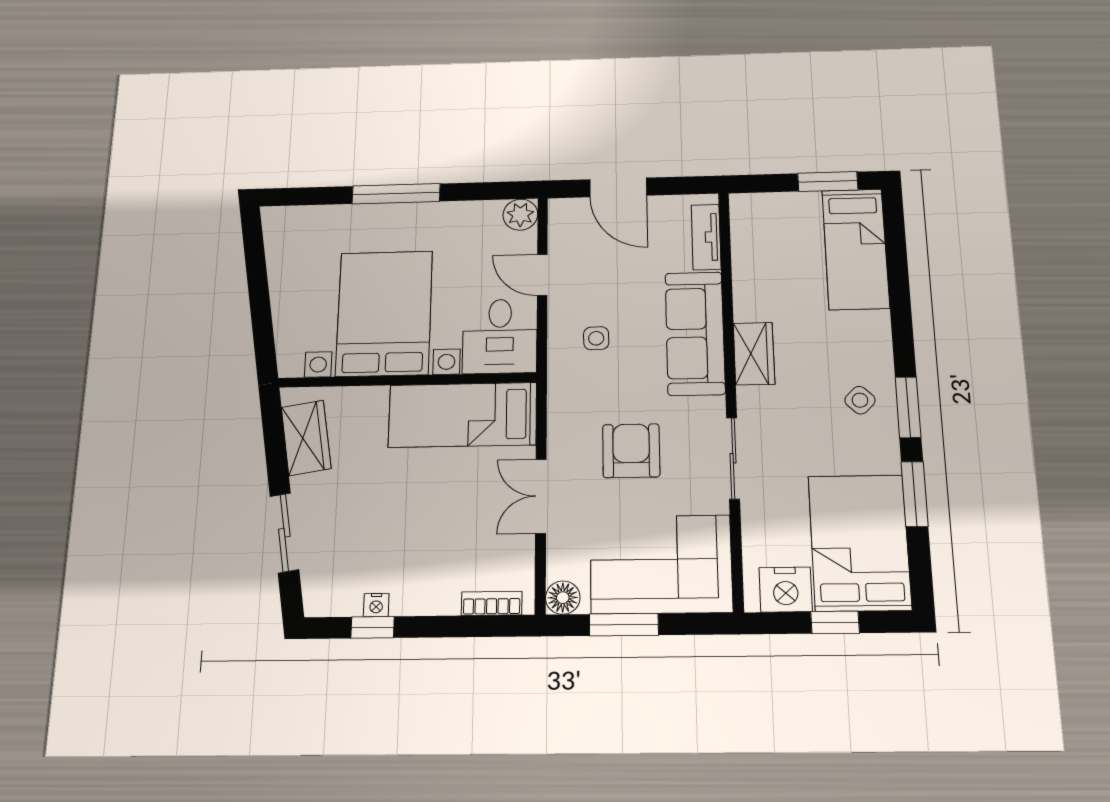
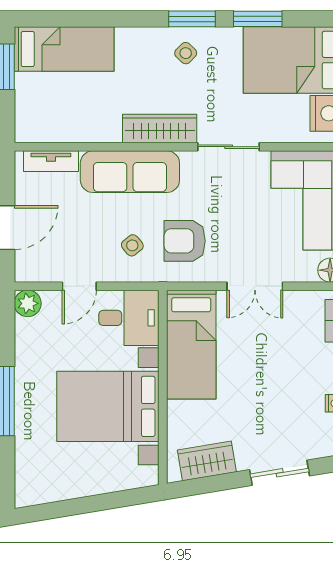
side table: (596, 338) -> (132, 245), turned -38
wardrobe: (754, 354) -> (160, 129), width x1.50
armchair: (631, 451) -> (185, 241), moved

